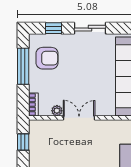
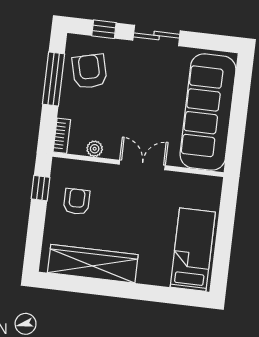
armchair: (47, 58) -> (89, 71), turned -104
double door: (79, 118) -> (142, 165), moved
armchair: (49, 148) -> (77, 202), added

